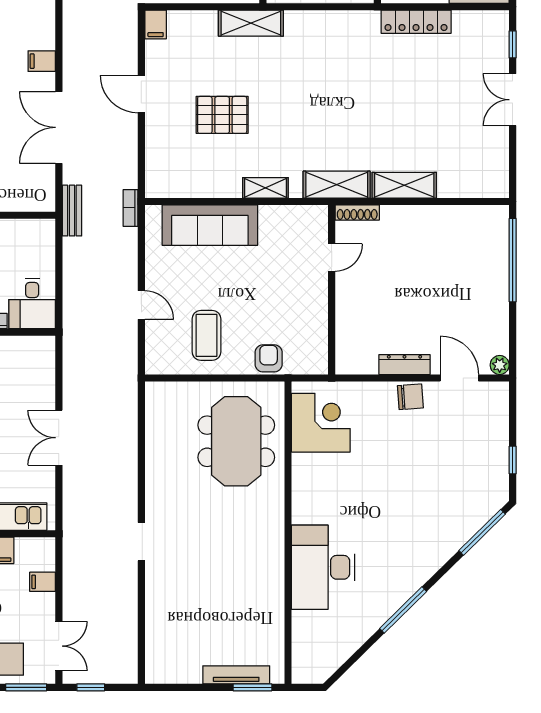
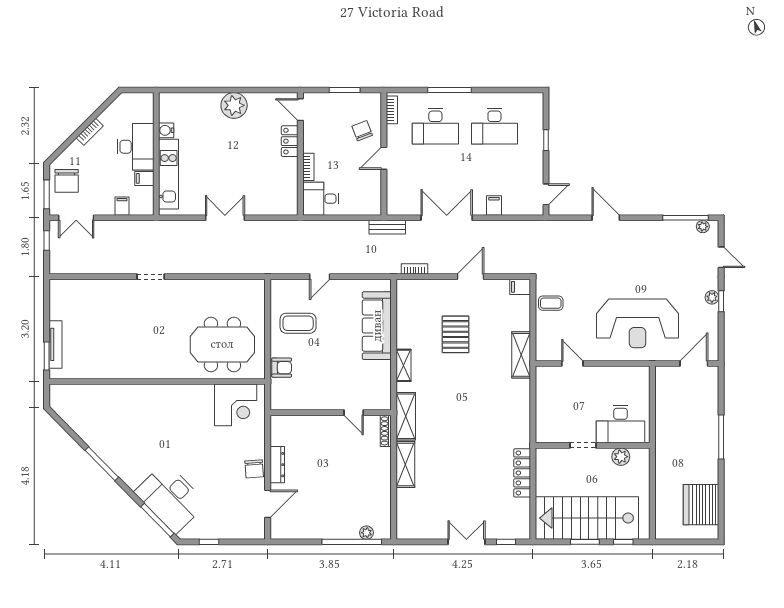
bookcase: (131, 208) -> (415, 269), moved
plant: (500, 365) -> (366, 533), moved
desk: (323, 567) -> (170, 498), moved, turned -135

